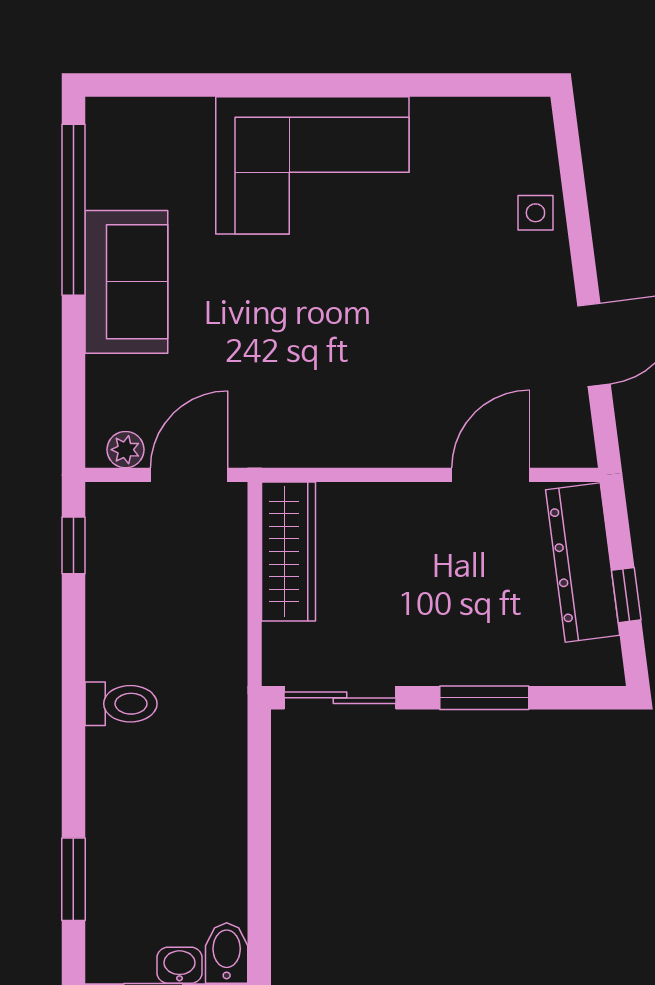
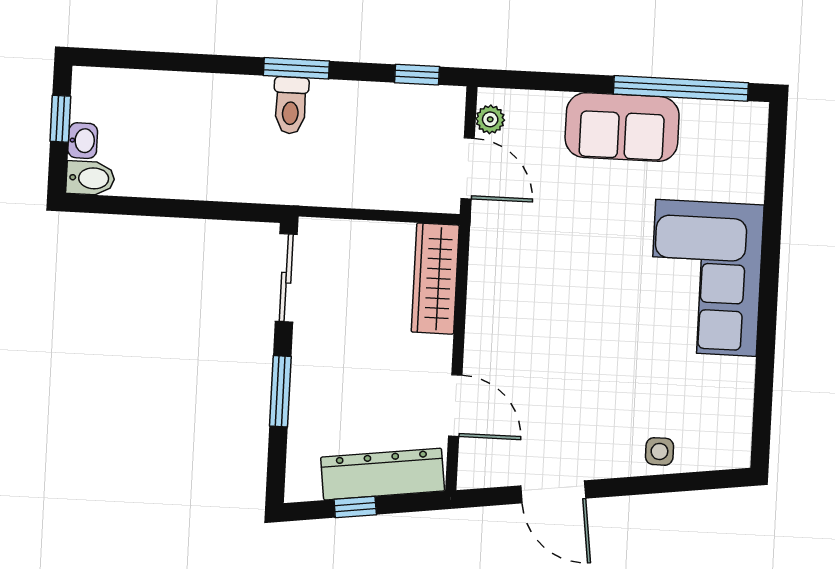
wardrobe: (288, 551) -> (435, 279), moved, turned 90
window: (73, 879) -> (296, 68), moved

